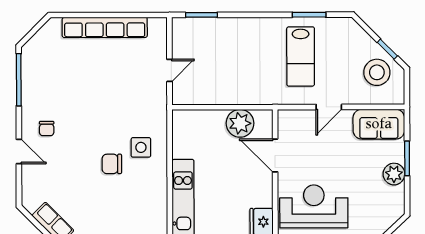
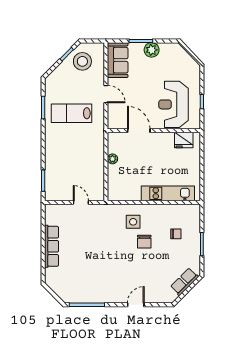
row of seats: (105, 27) -> (52, 246), width x0.73
lab bench: (301, 56) -> (72, 113), turned 180
plant: (240, 123) -> (112, 159), width x0.53, depth x0.53
chair: (47, 128) -> (176, 234), moved
door: (275, 156) -> (139, 131), swing flipped

